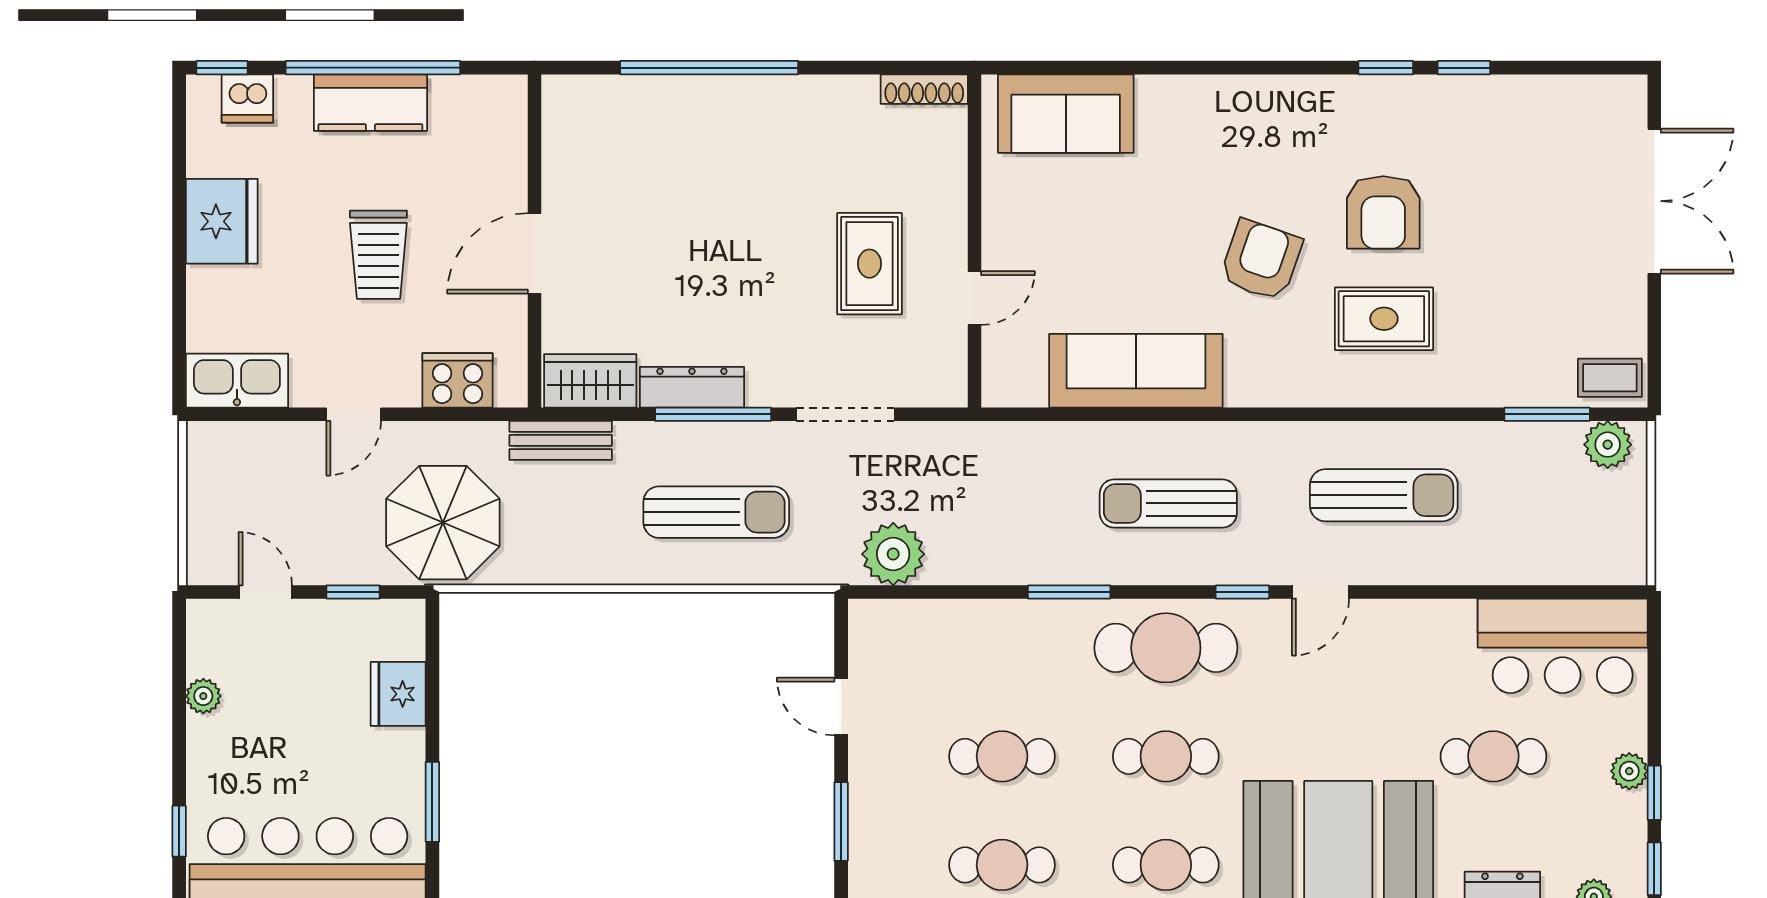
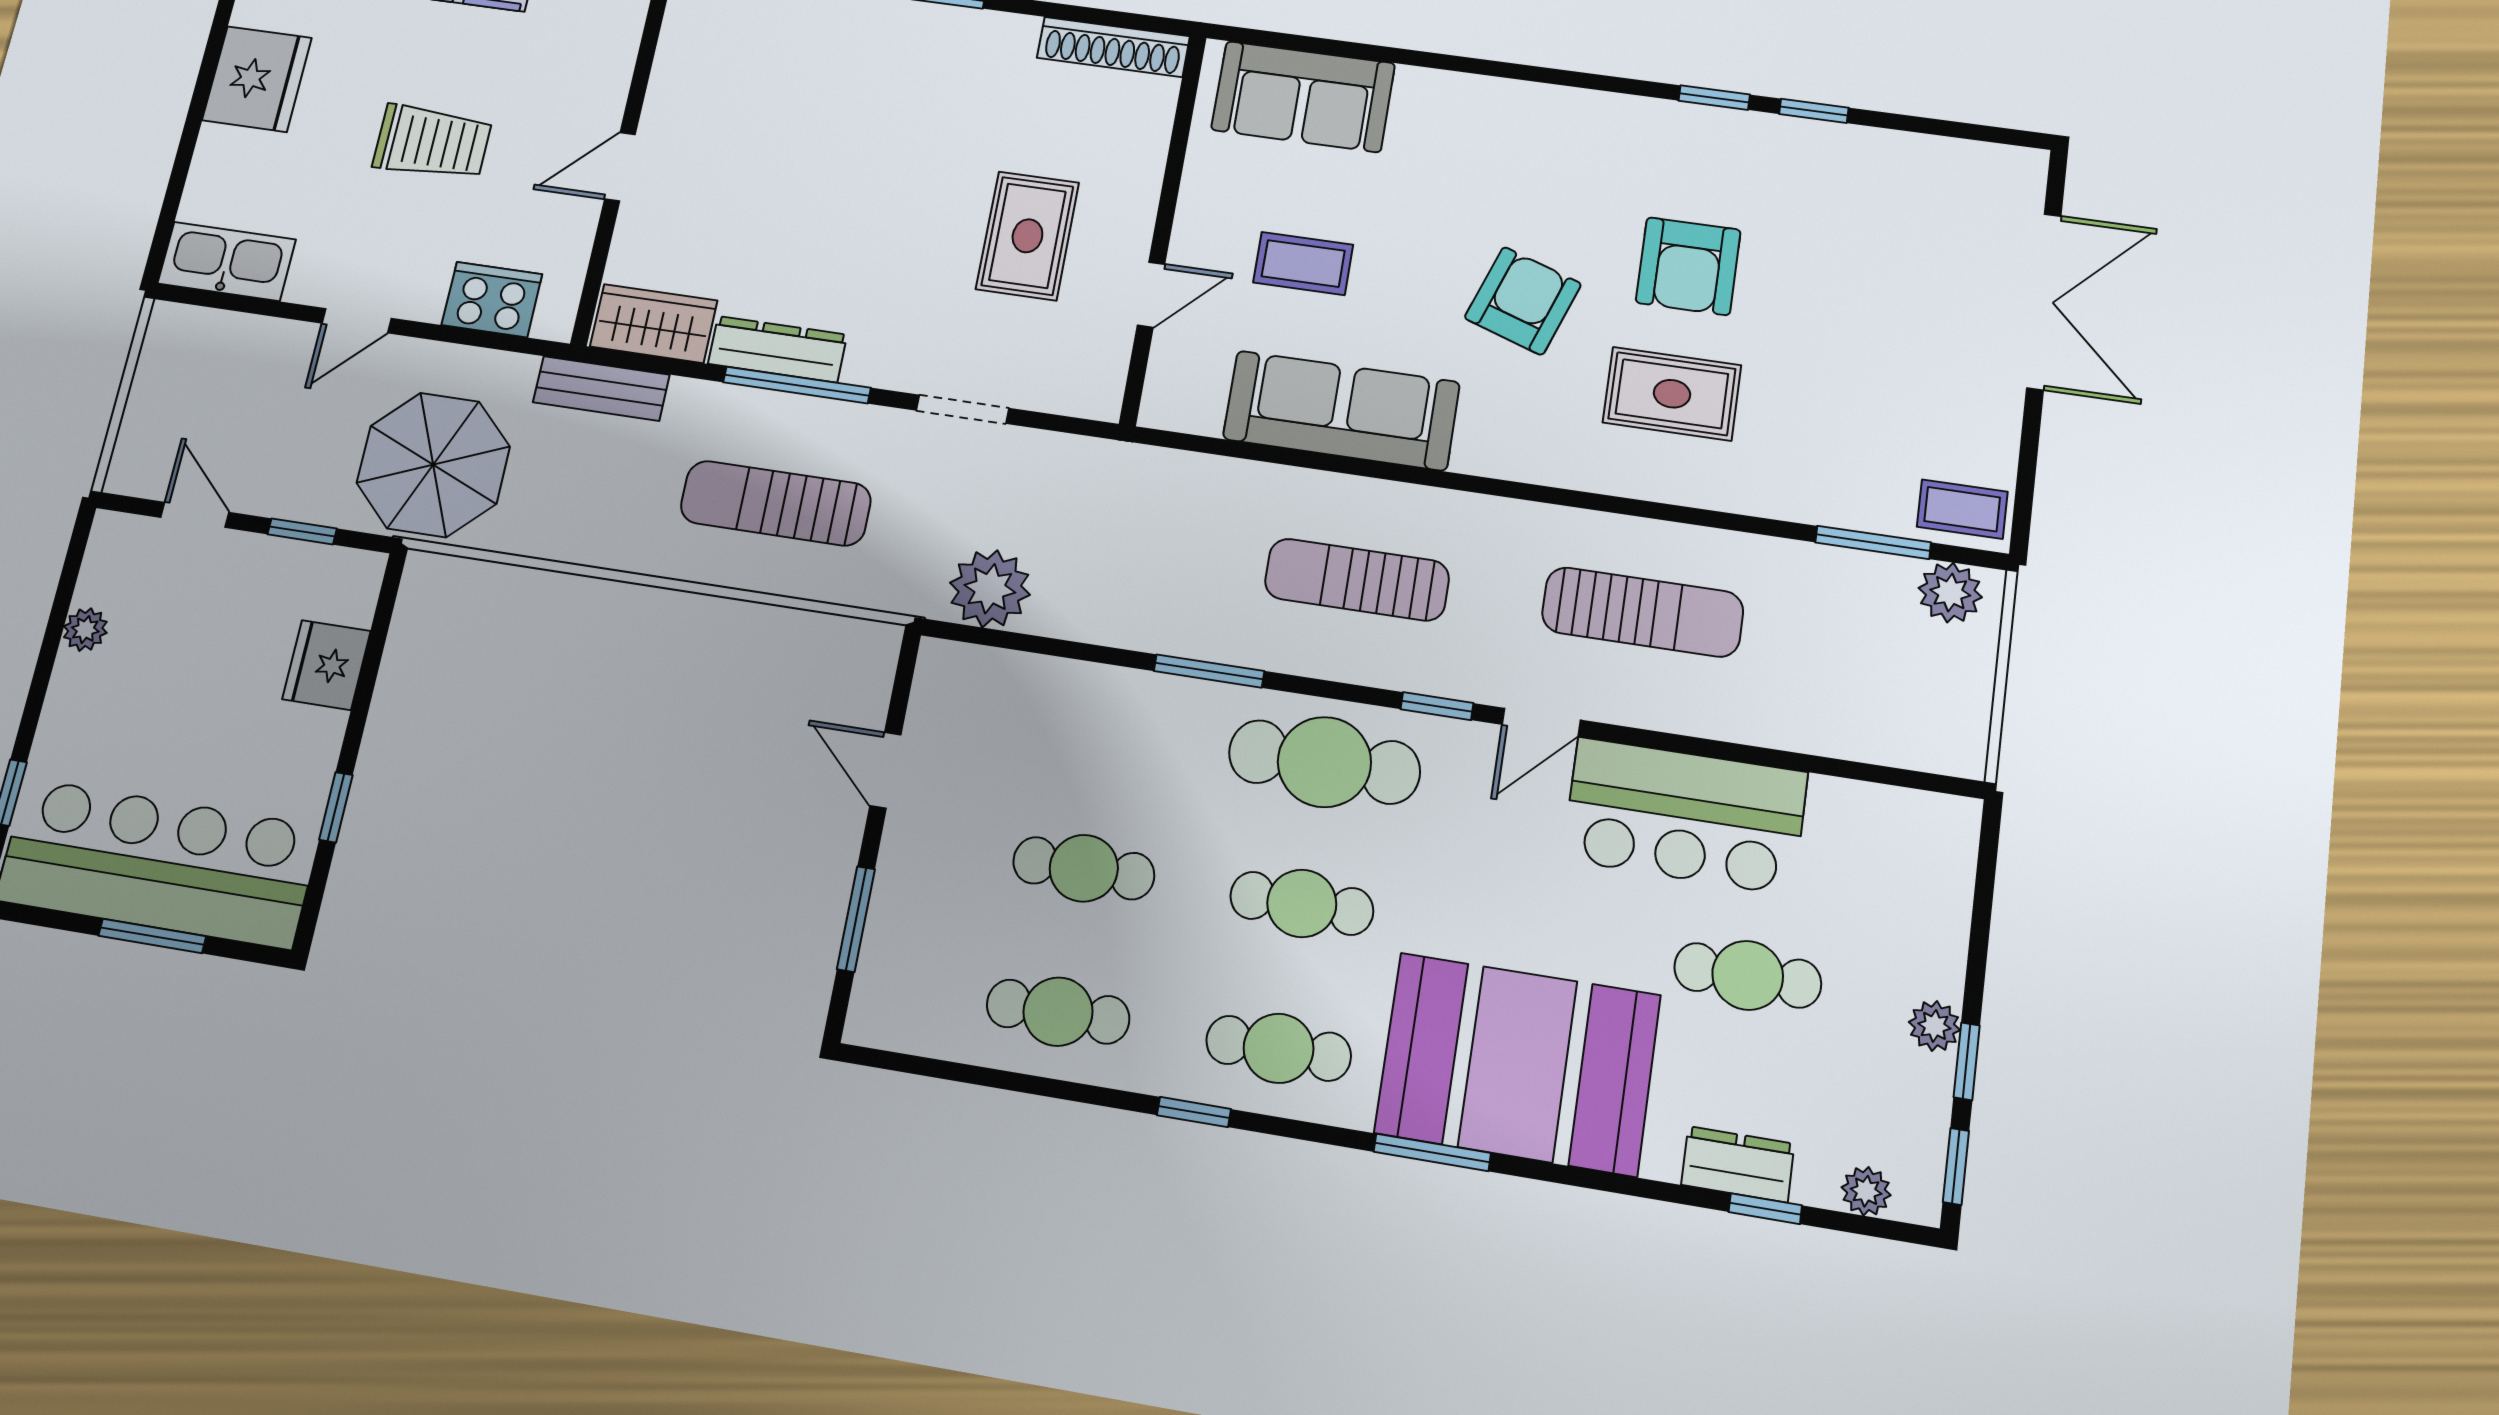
shoe rack: (924, 89) -> (1113, 47), width x1.36, depth x1.24
door: (535, 253) -> (620, 167), width x0.73
trolley: (378, 255) -> (432, 142), turned -90
coffee table: (1088, 255) -> (1303, 264), added
doorway: (845, 414) -> (962, 409), width x0.73
sun lounger: (716, 512) -> (776, 503), turned 180
bar counter: (1563, 646) -> (1685, 816), moved
window: (432, 802) -> (336, 807), width x0.67

